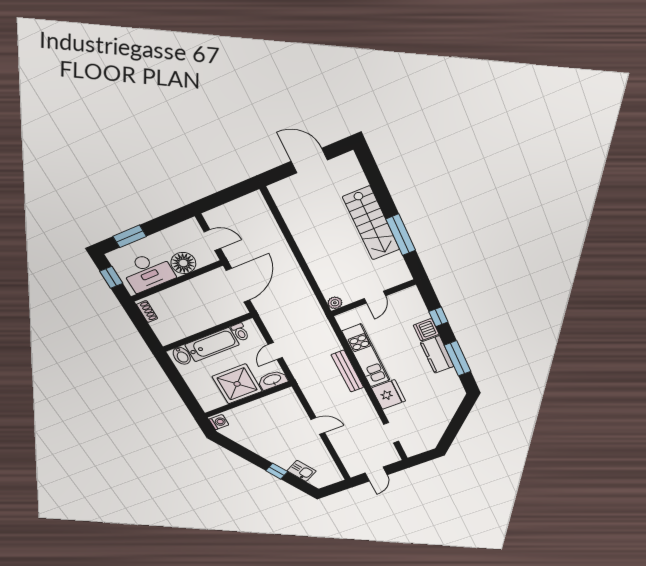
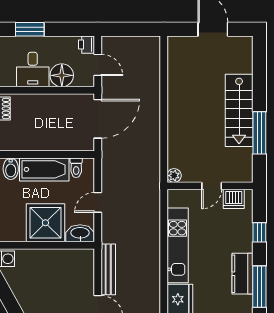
printer: (192, 227) -> (87, 45), added
desk: (148, 272) -> (33, 70), width x0.73
dishwasher: (426, 330) -> (234, 199), moved, turned -90
bench: (347, 371) -> (108, 269), moved

